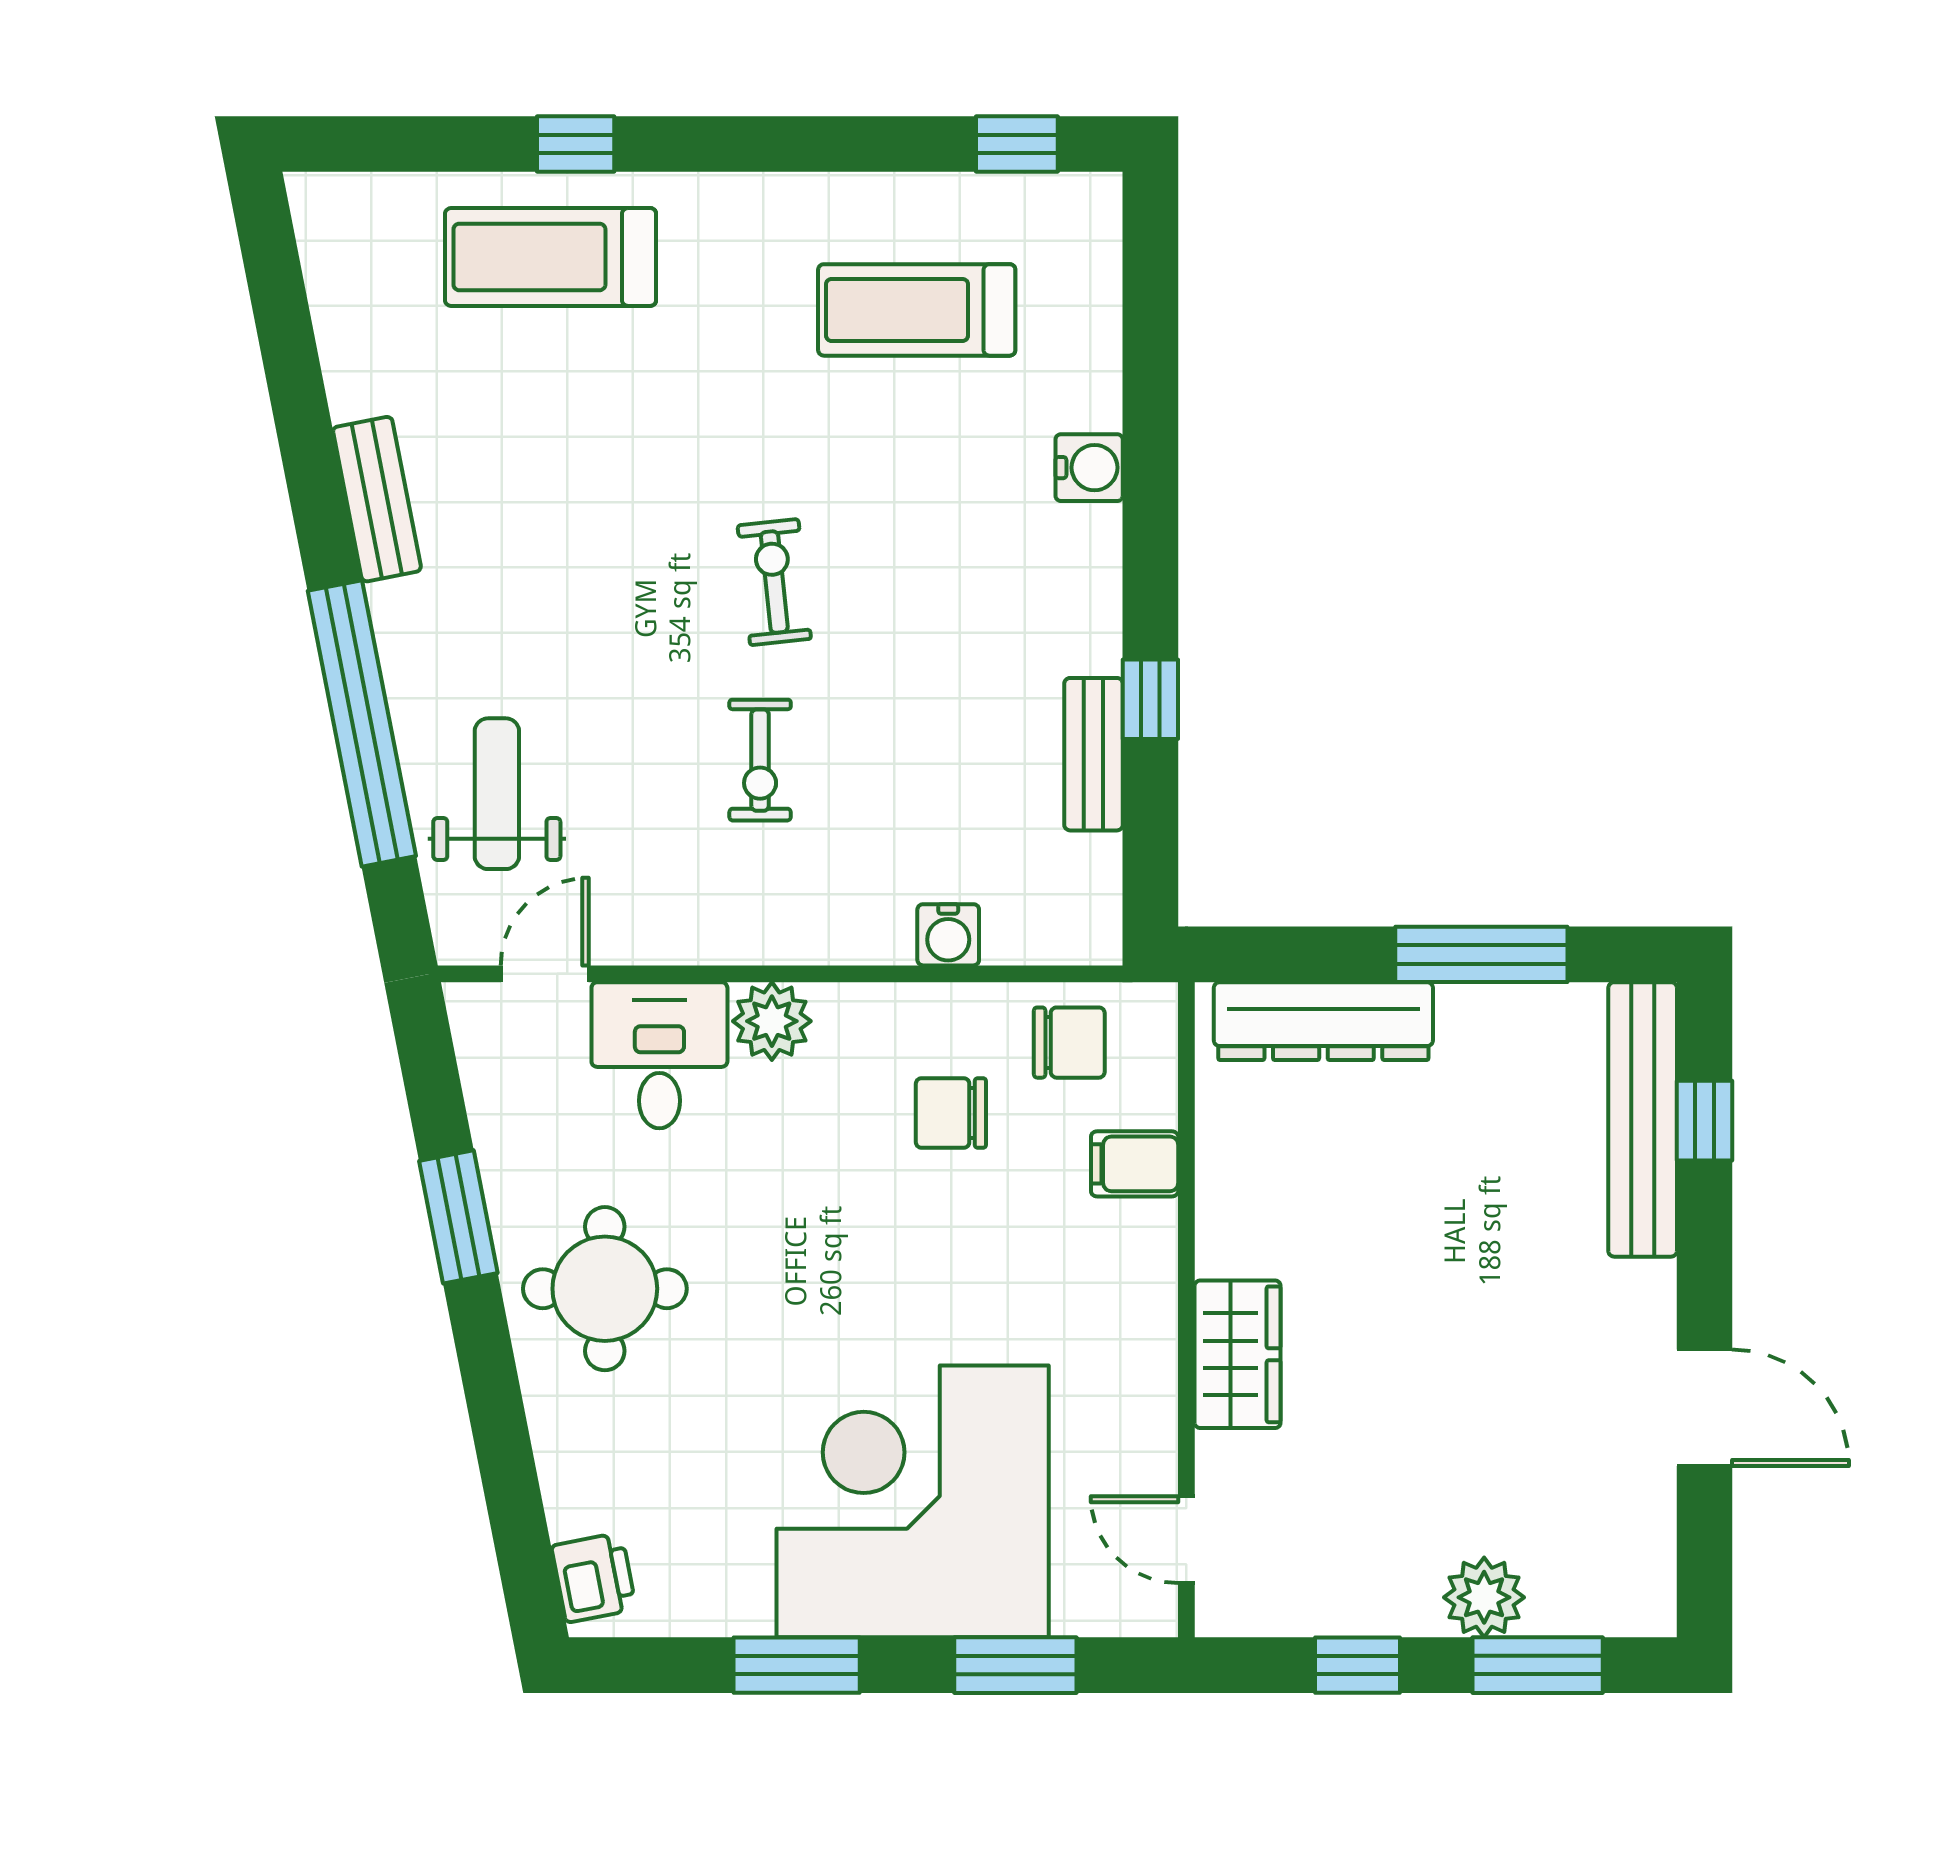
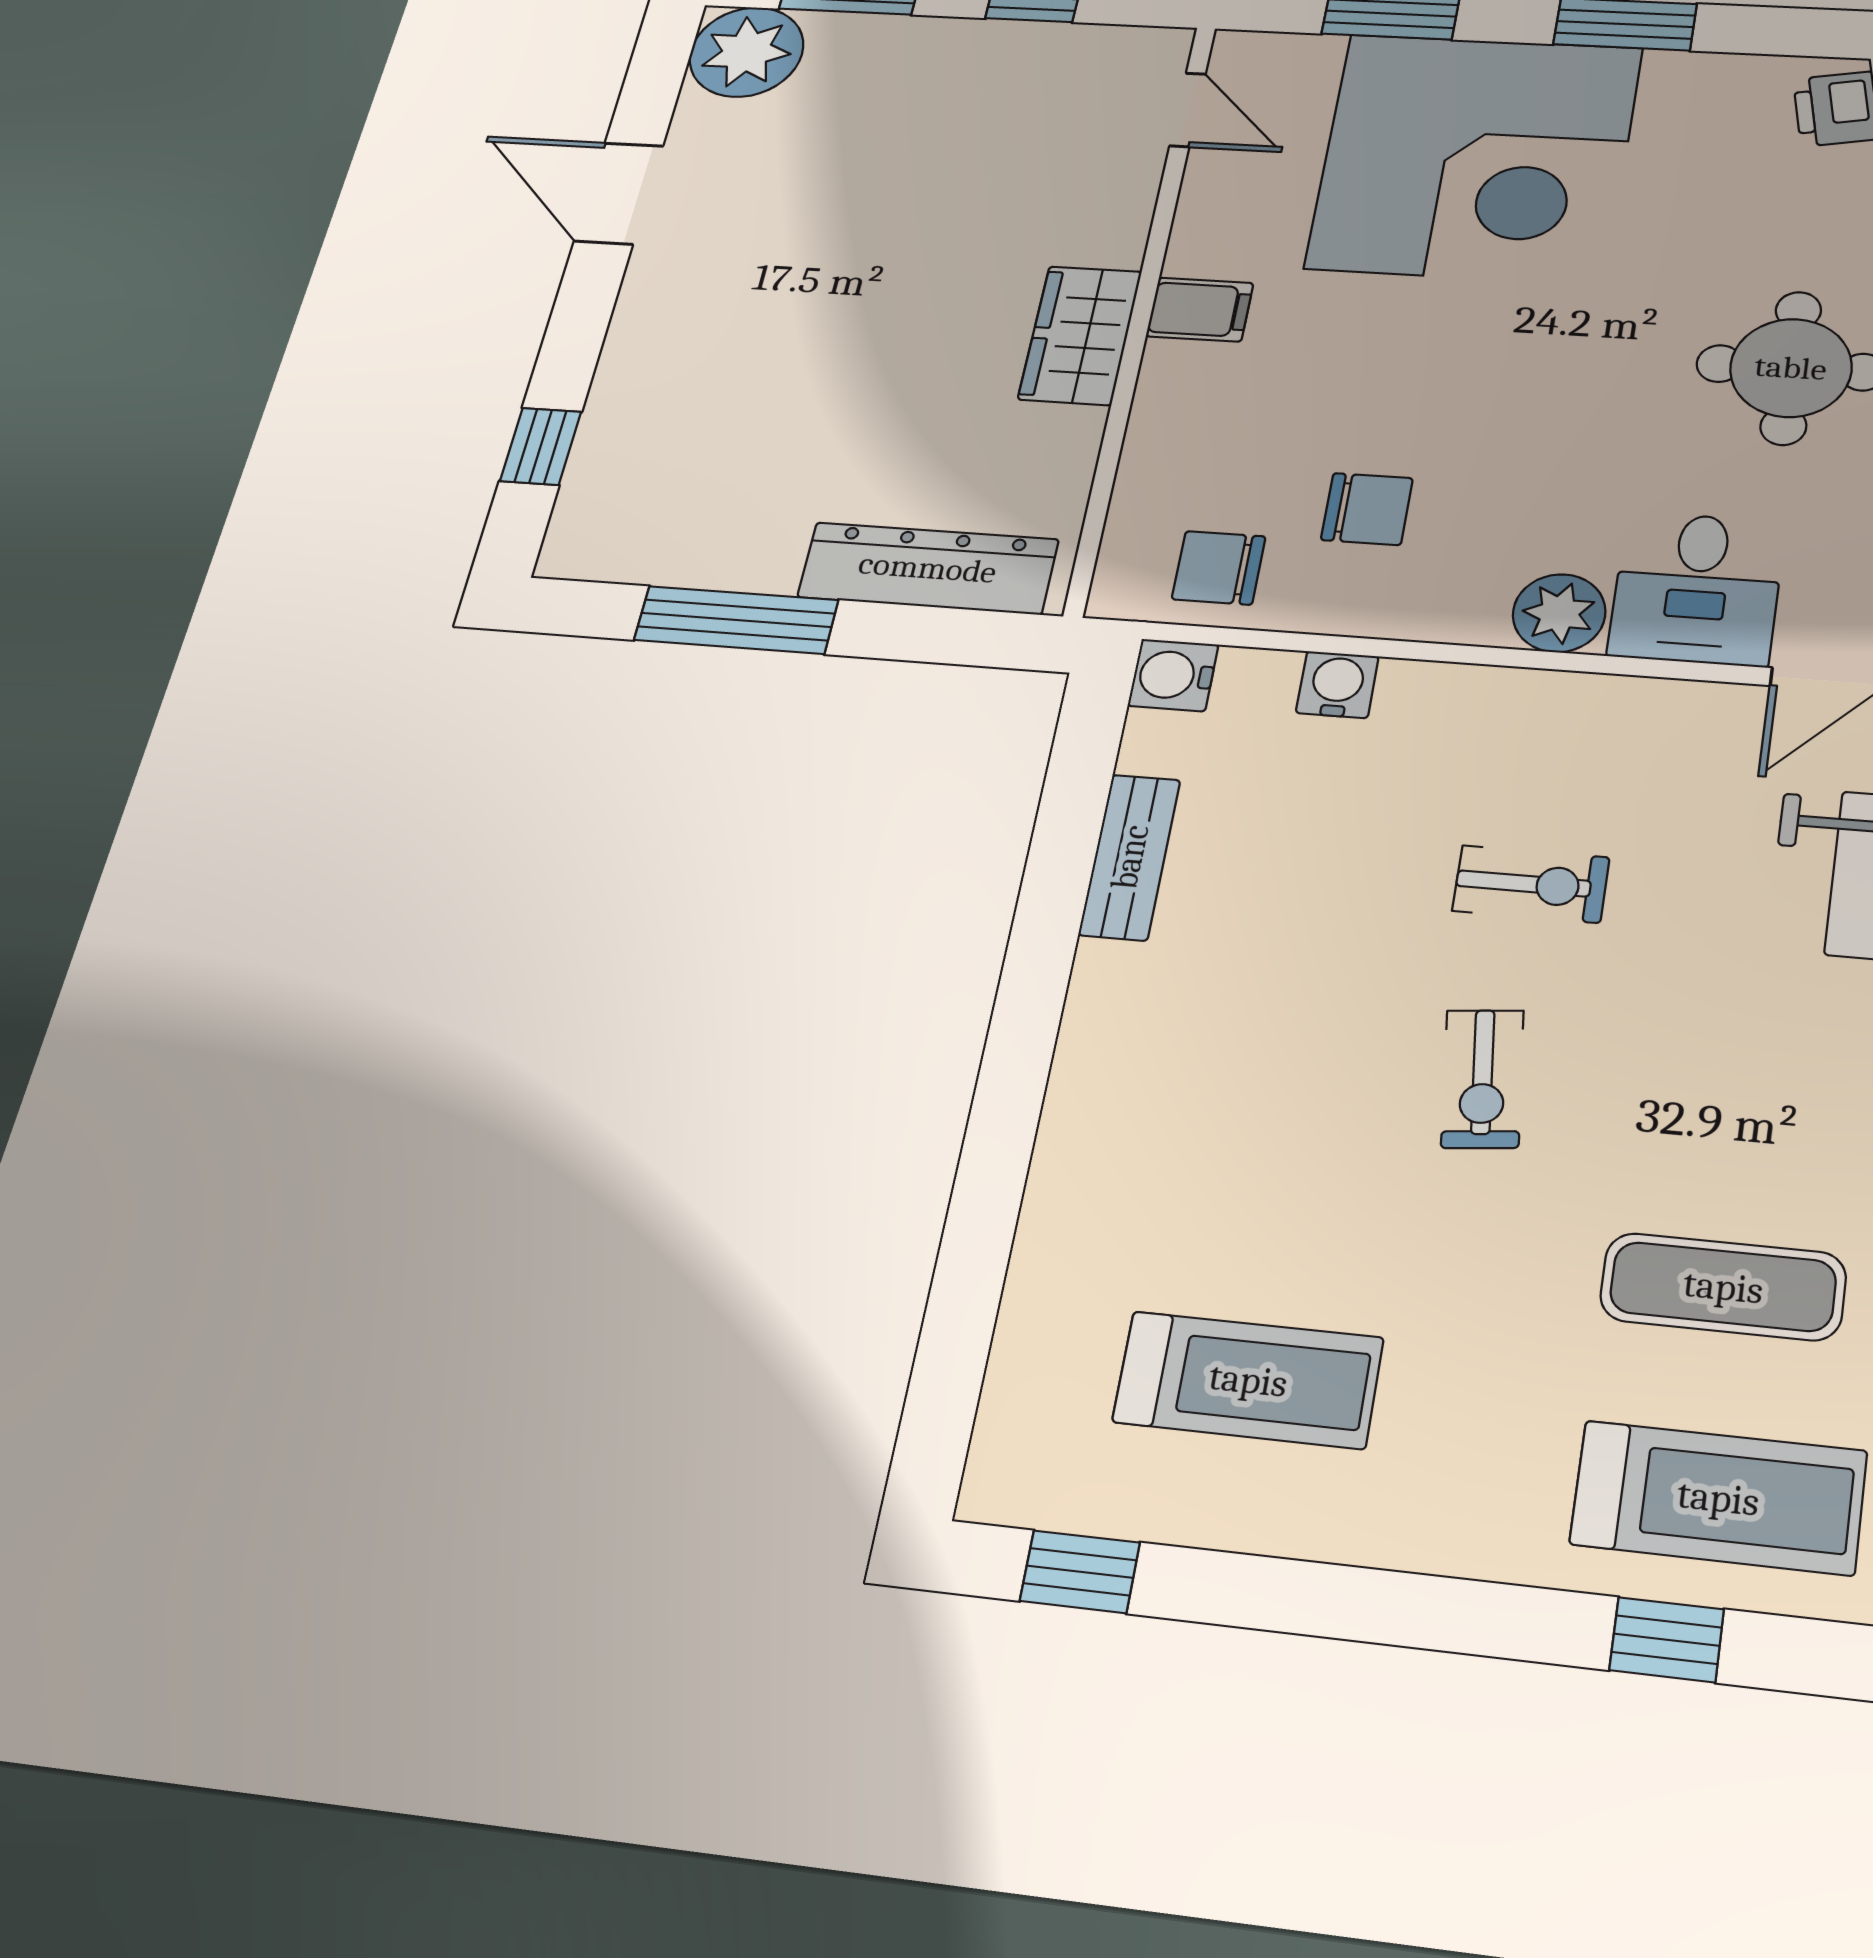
exercise mat: (566, 426) -> (1723, 1287), added
water cooler: (1089, 468) -> (1173, 675), moved
window: (1150, 699) -> (1050, 909), removed
exercise bike: (760, 760) -> (1531, 884), turned 90
bench: (1643, 1119) -> (606, 452), removed
filing cabinet: (1135, 1164) -> (1200, 310), moved
wardrobe: (1238, 1354) -> (1080, 335), moved
plant: (1484, 1597) -> (746, 52), moved, width x1.36, depth x1.36

